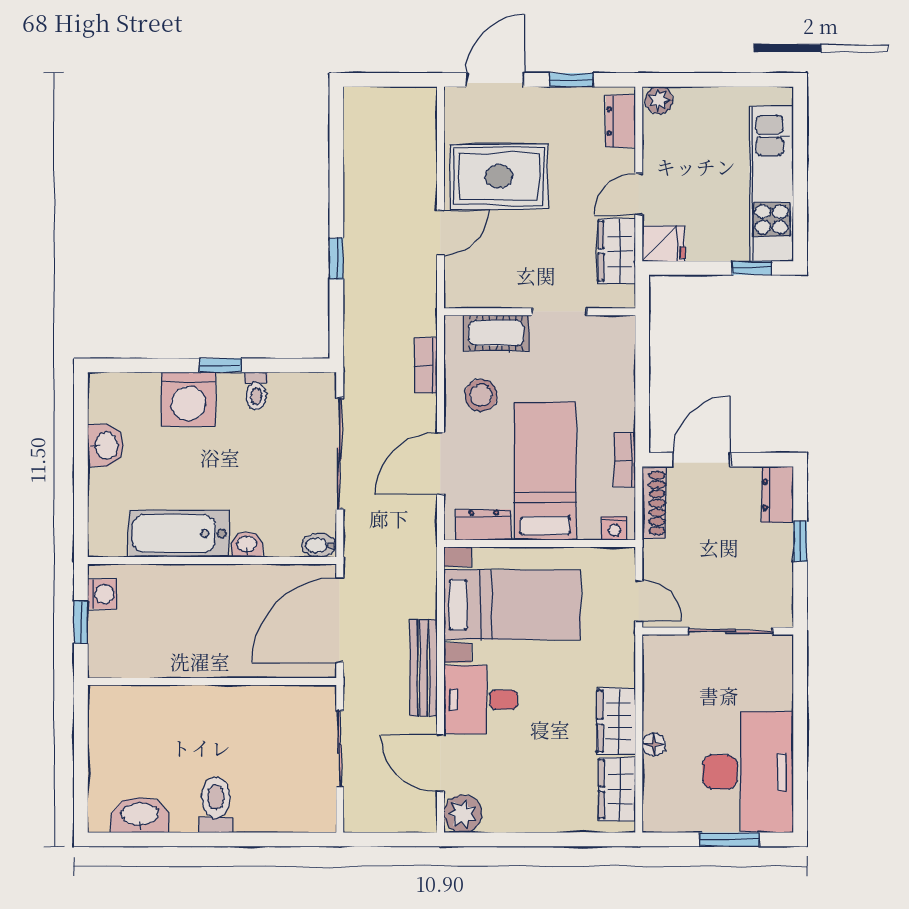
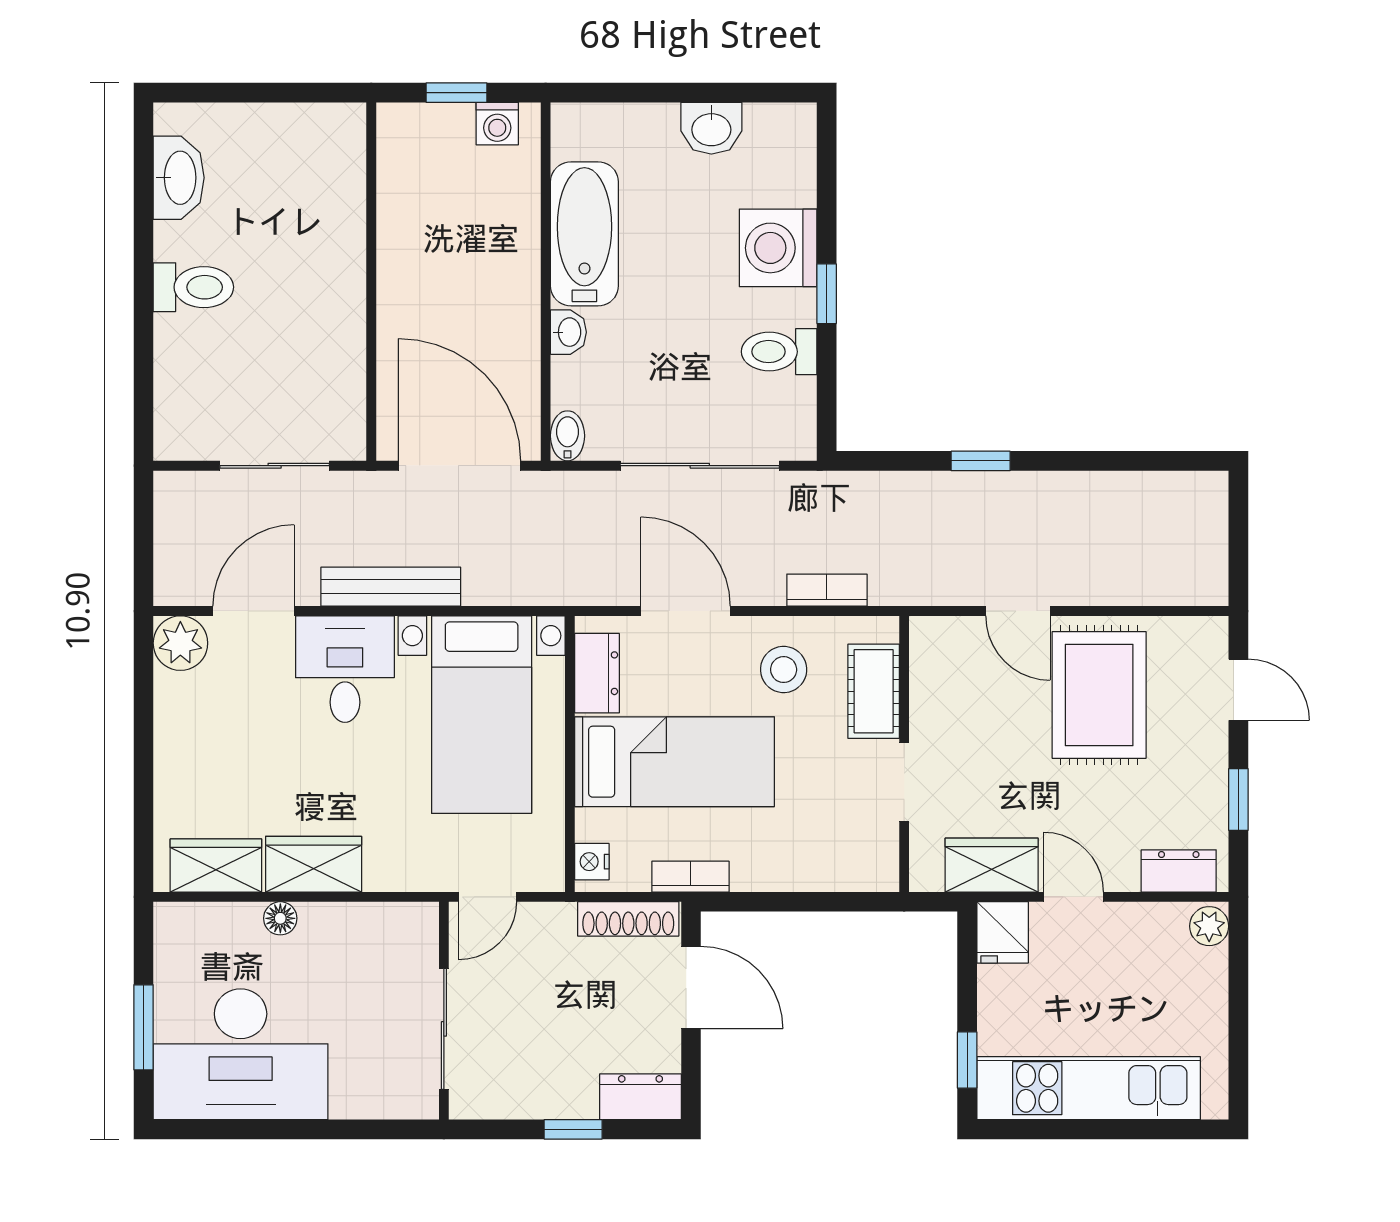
door: (495, 80) -> (1238, 690), width x0.73
toilet: (256, 391) -> (779, 352), width x1.37, depth x1.39

